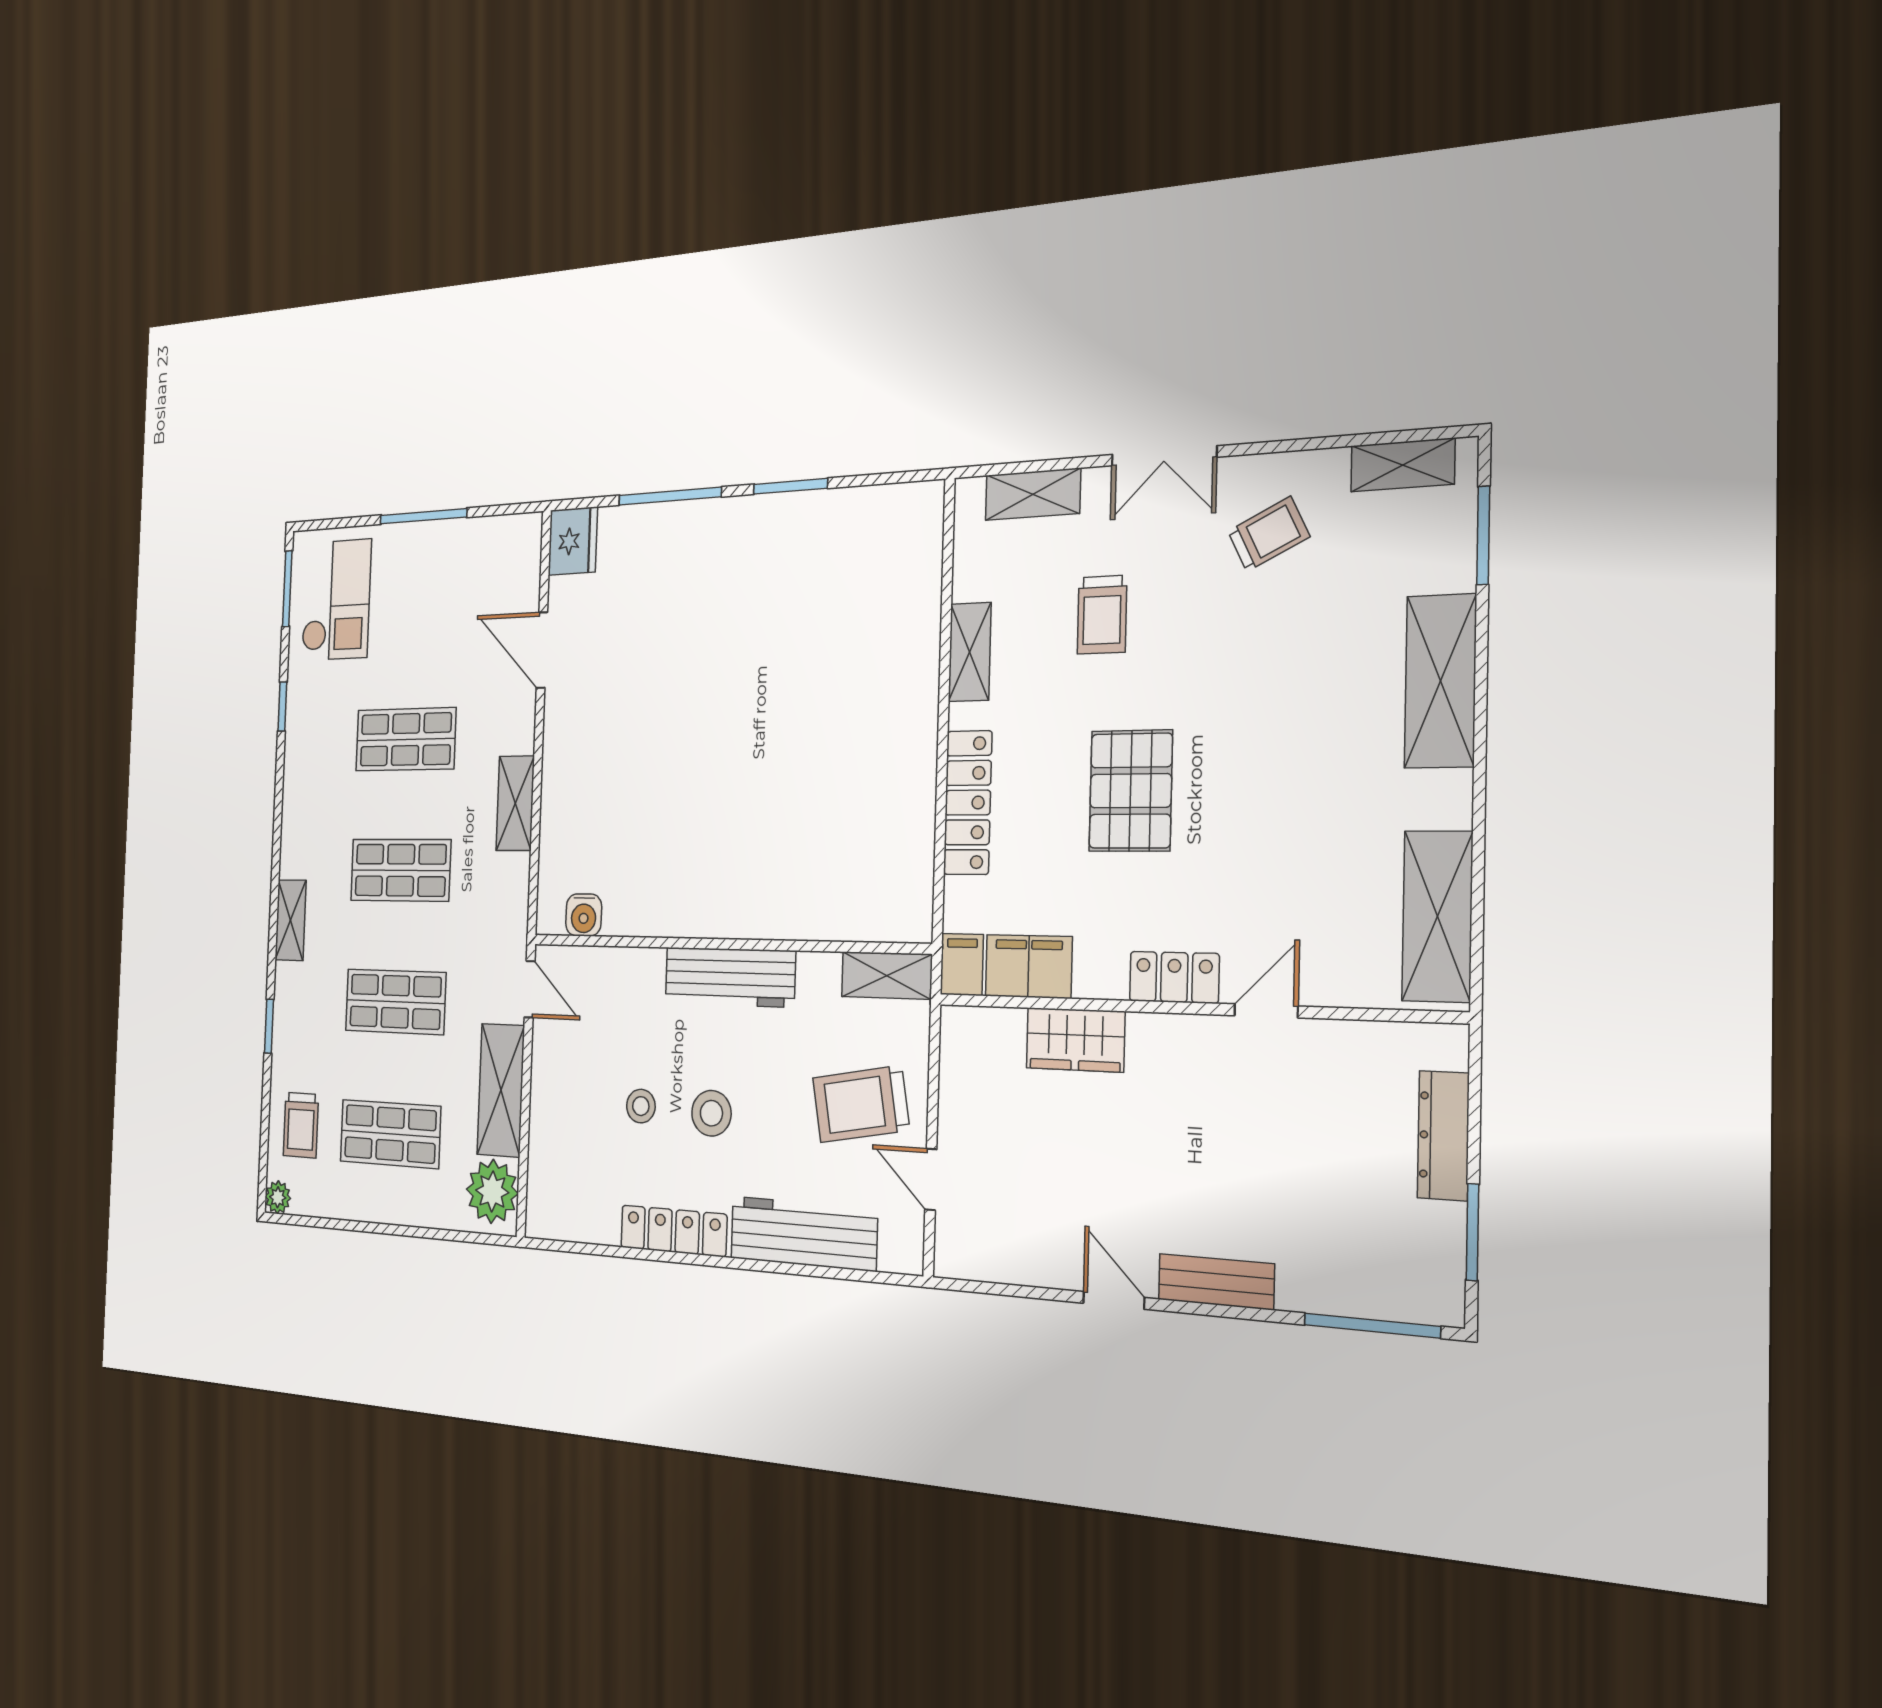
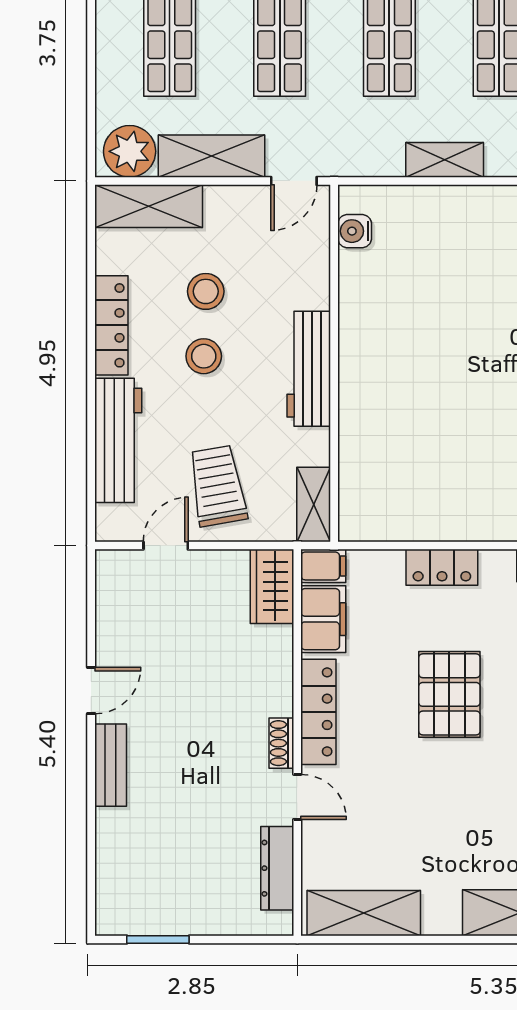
pallet: (1131, 791) -> (449, 694), turned 90
locker: (968, 803) -> (442, 567), width x0.66
locker: (1174, 977) -> (318, 712), width x1.53
shoe rack: (1191, 1031) -> (281, 743), added
wardrobe: (1075, 1040) -> (272, 586), moved
stool: (641, 1106) -> (206, 291), width x1.37, depth x1.37
dresser: (1443, 1136) -> (277, 868), moved, turned -90
shelving: (549, 1172) -> (149, 206), added
window: (1372, 1326) -> (91, 874), removed

